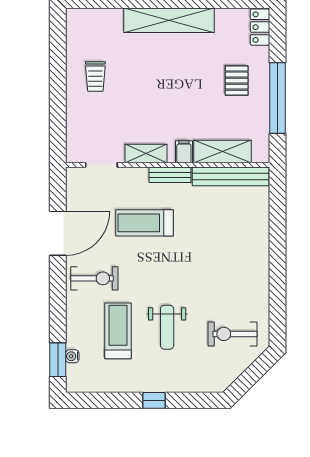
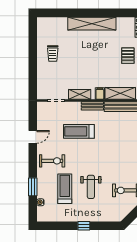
door: (58, 233) -> (33, 137), width x0.53
window: (58, 360) -> (33, 187), moved

